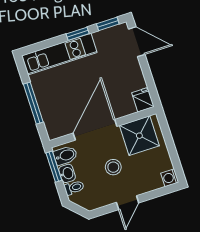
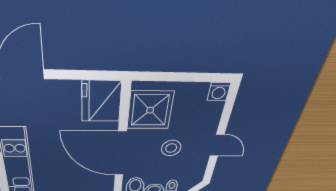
fridge: (143, 100) -> (101, 101), width x1.88, depth x1.34

